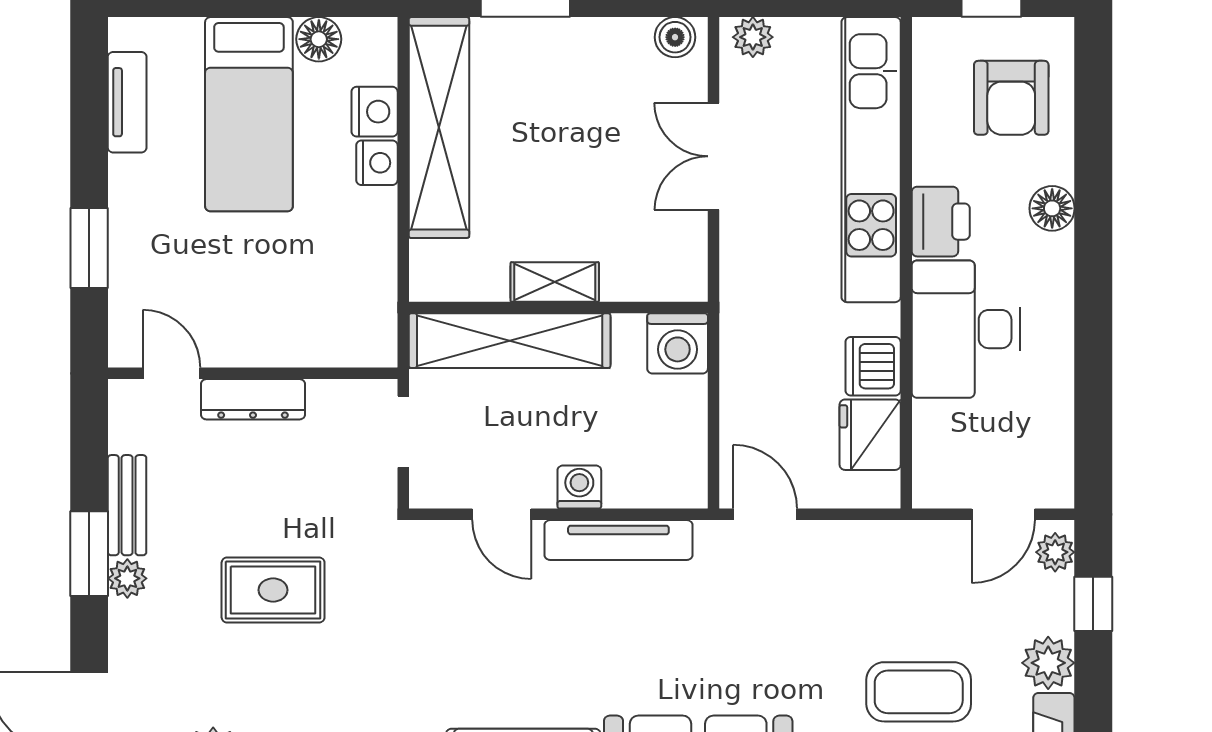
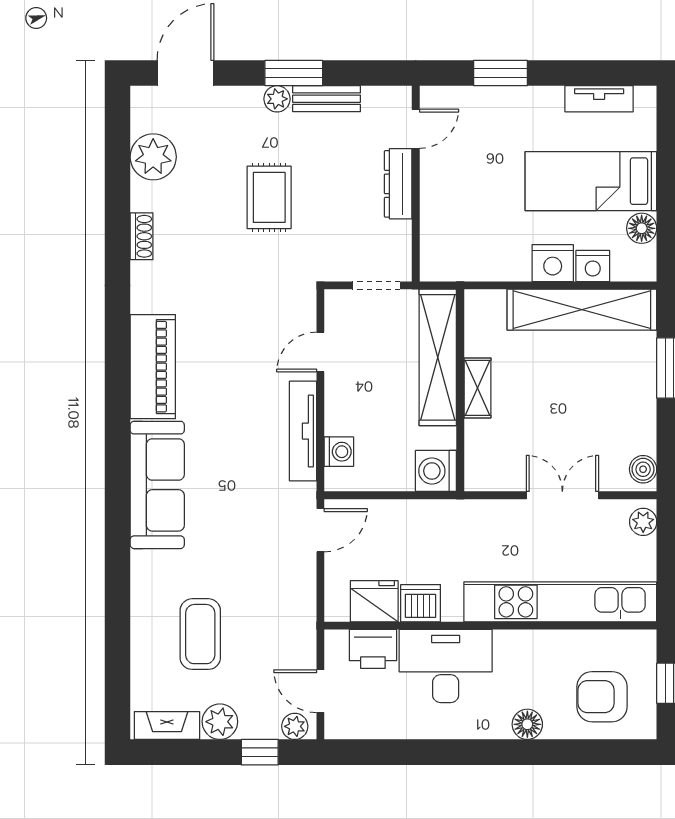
nightstand: (377, 163) -> (553, 263), width x1.36, depth x1.33
printer: (941, 222) -> (373, 649), moved
washing machine: (579, 487) -> (339, 452), moved

